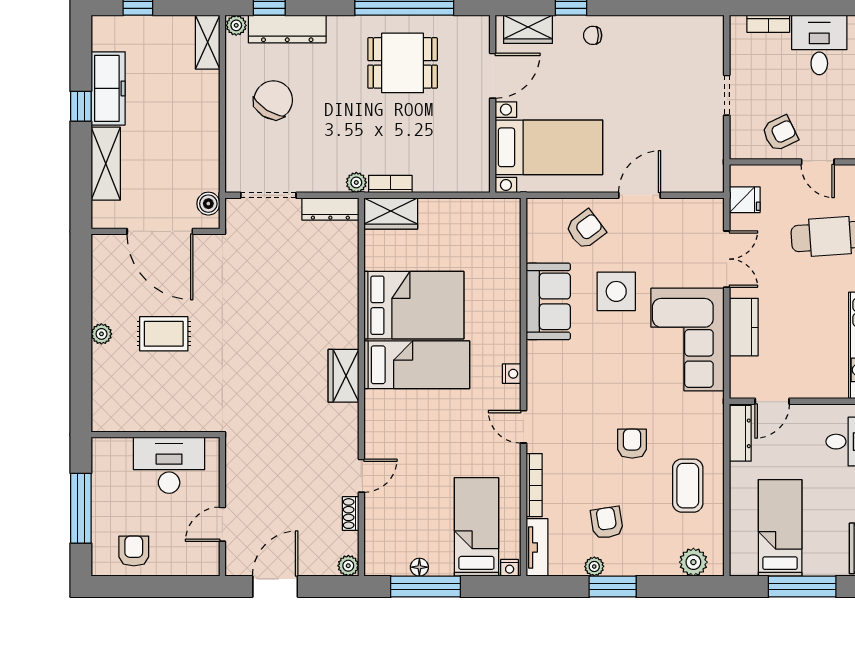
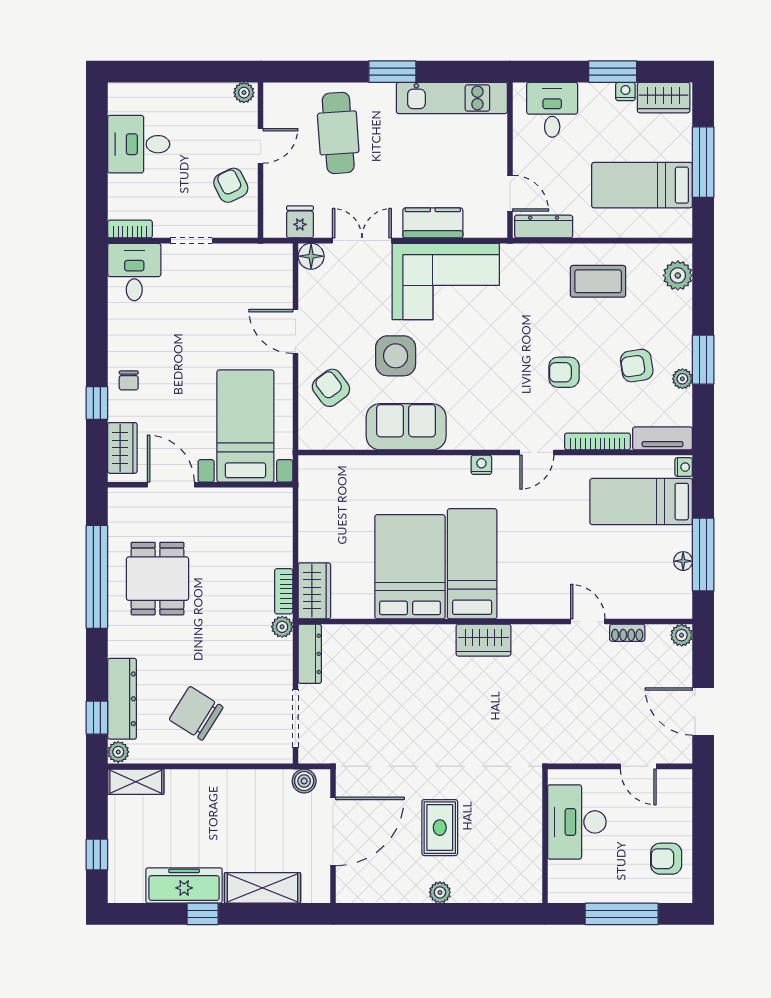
bookcase: (768, 24) -> (130, 229), moved, turned -90
desk: (697, 41) -> (134, 272), added
floor lamp: (712, 210) -> (311, 256), added
armchair: (632, 444) -> (564, 372), moved

